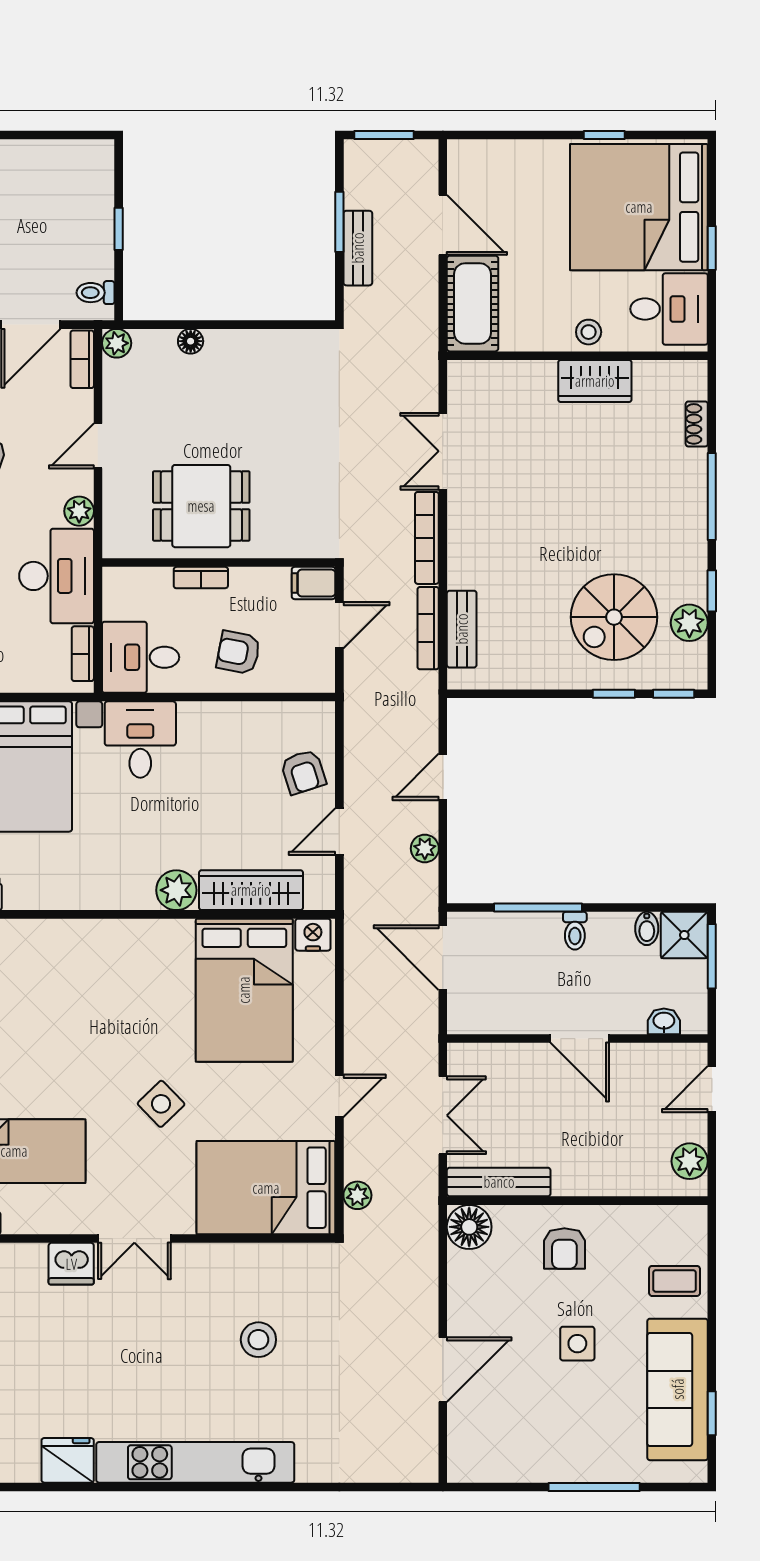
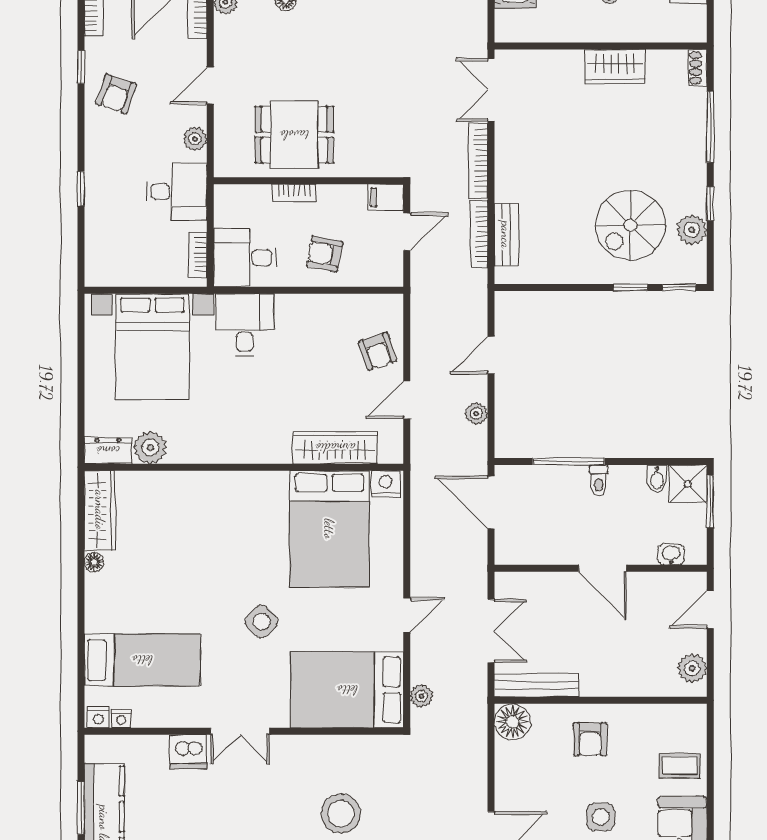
wall: (577, 356) -> (601, 46), moved
wardrobe: (595, 381) -> (615, 67), moved
desk: (57, 576) -> (176, 192), width x0.73
plant: (176, 890) -> (150, 448), moved
stool: (258, 1340) -> (341, 814), width x1.38, depth x1.38

